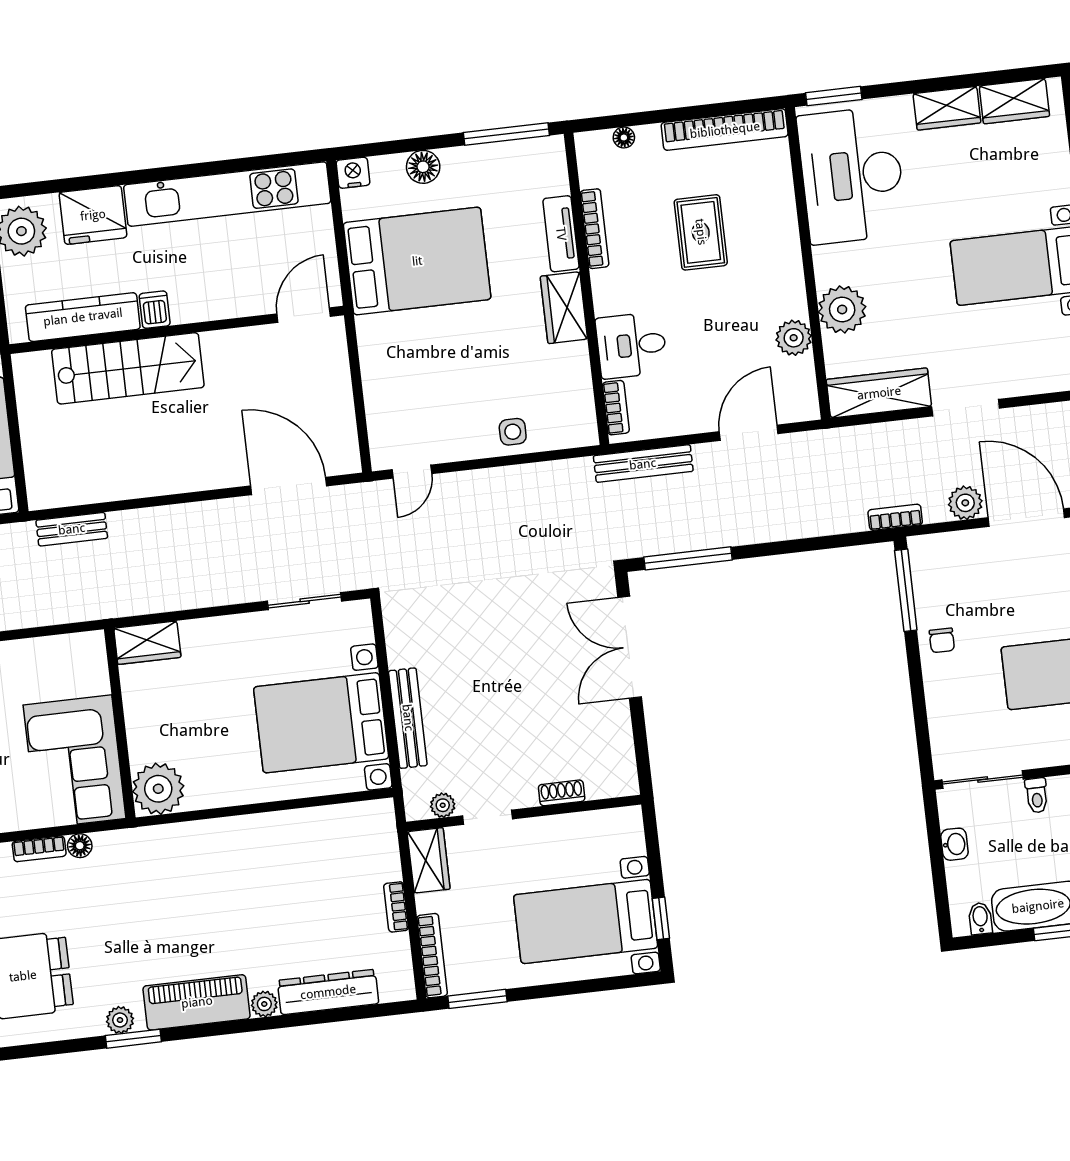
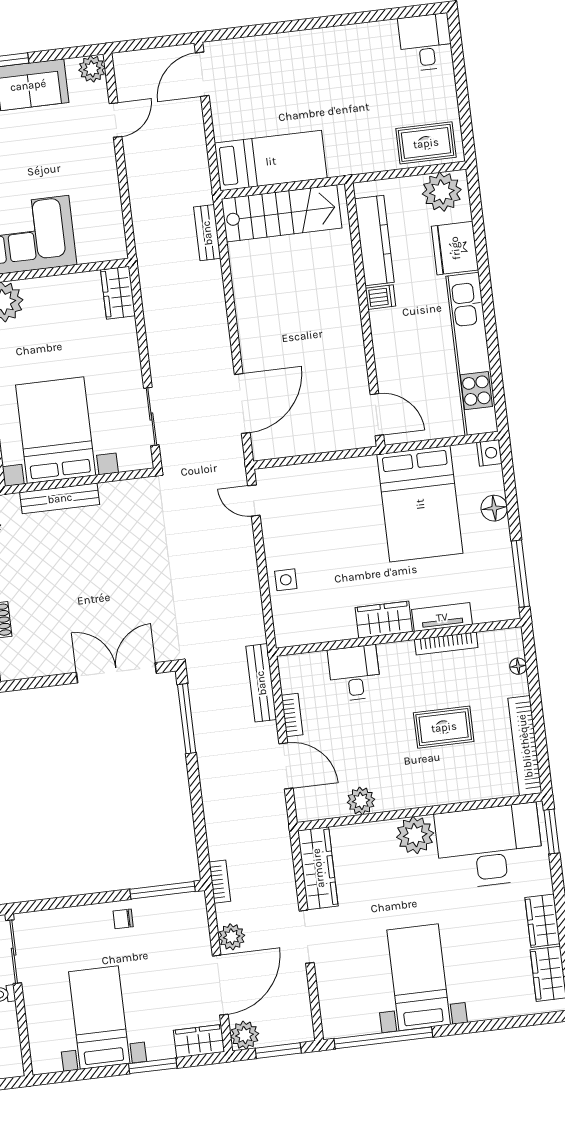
plant: (842, 309) -> (415, 835), moved
stairs: (128, 368) -> (282, 213), moved, turned -90
bookcase: (616, 408) -> (292, 715), moved, turned -90

